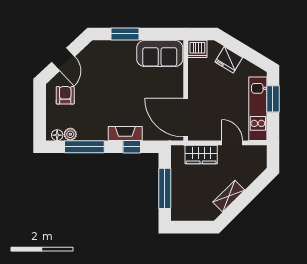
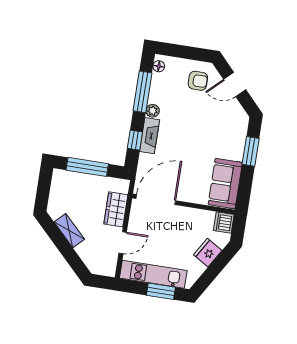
plant: (70, 134) -> (153, 111), moved

